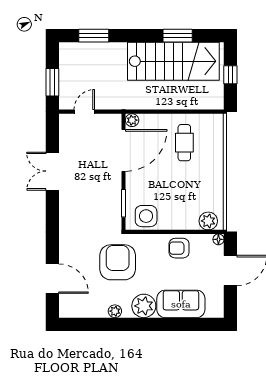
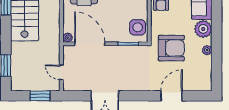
armchair: (118, 262) -> (171, 48), turned 180
door: (52, 279) -> (172, 96), moved

